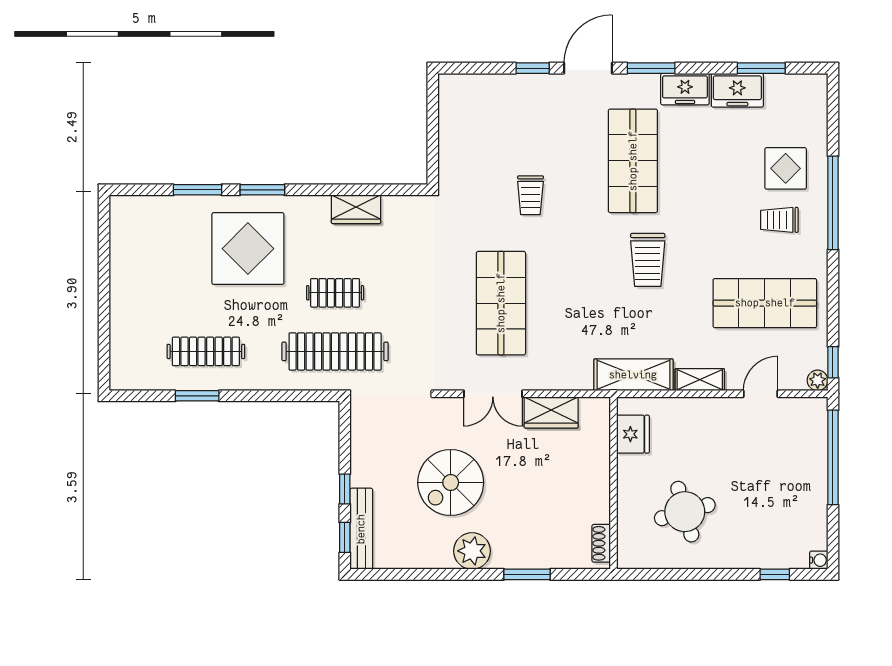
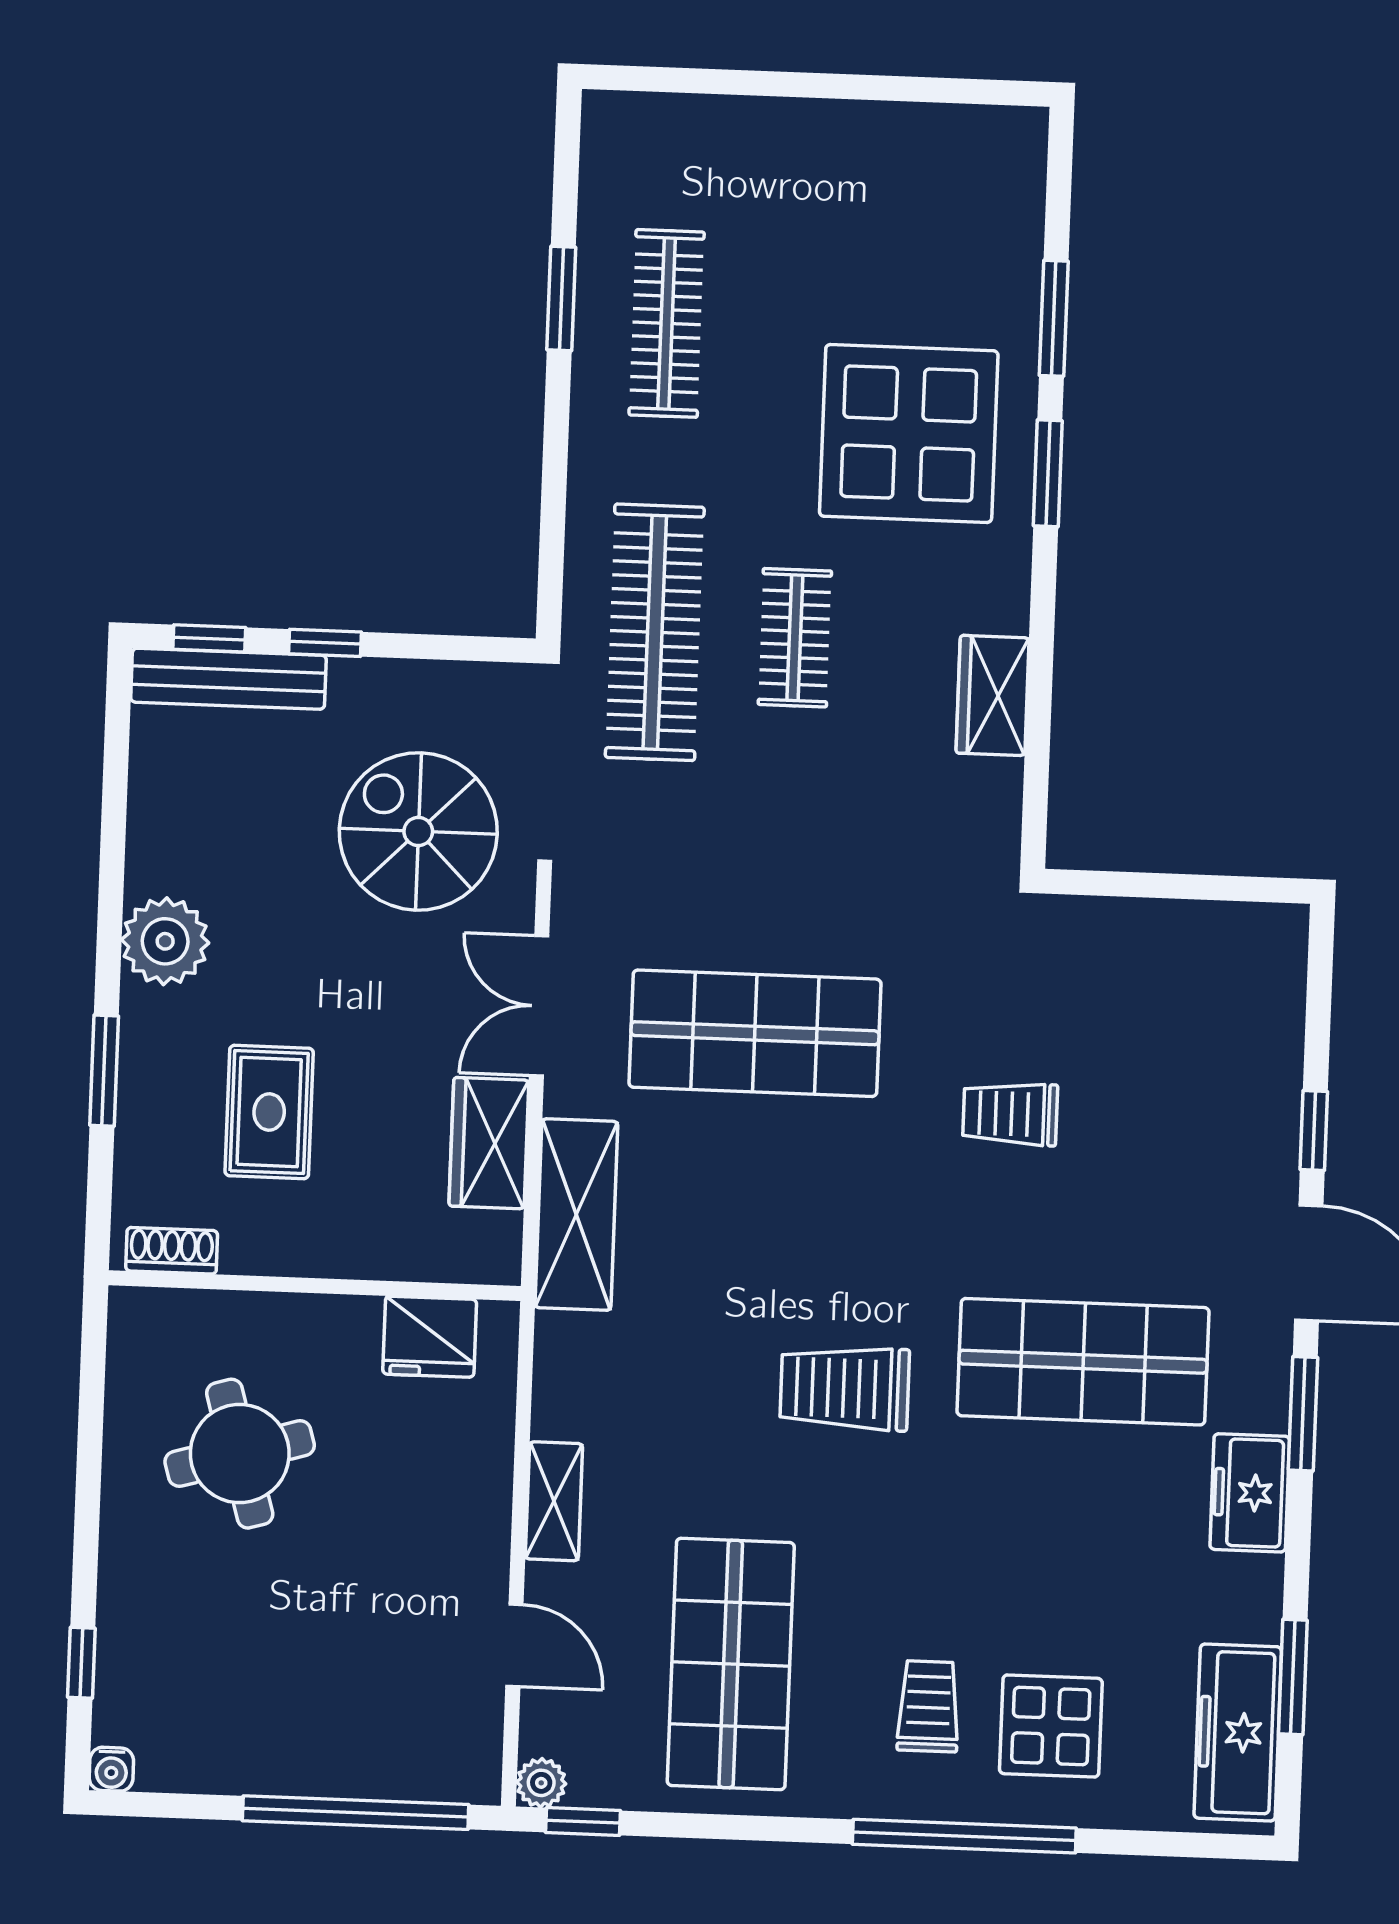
freezer: (737, 90) -> (1238, 1732), moved, width x1.40
shelving: (633, 375) -> (576, 1215), moved
spiral stairs: (451, 482) -> (418, 831), moved
rug: (542, 505) -> (269, 1112), added

